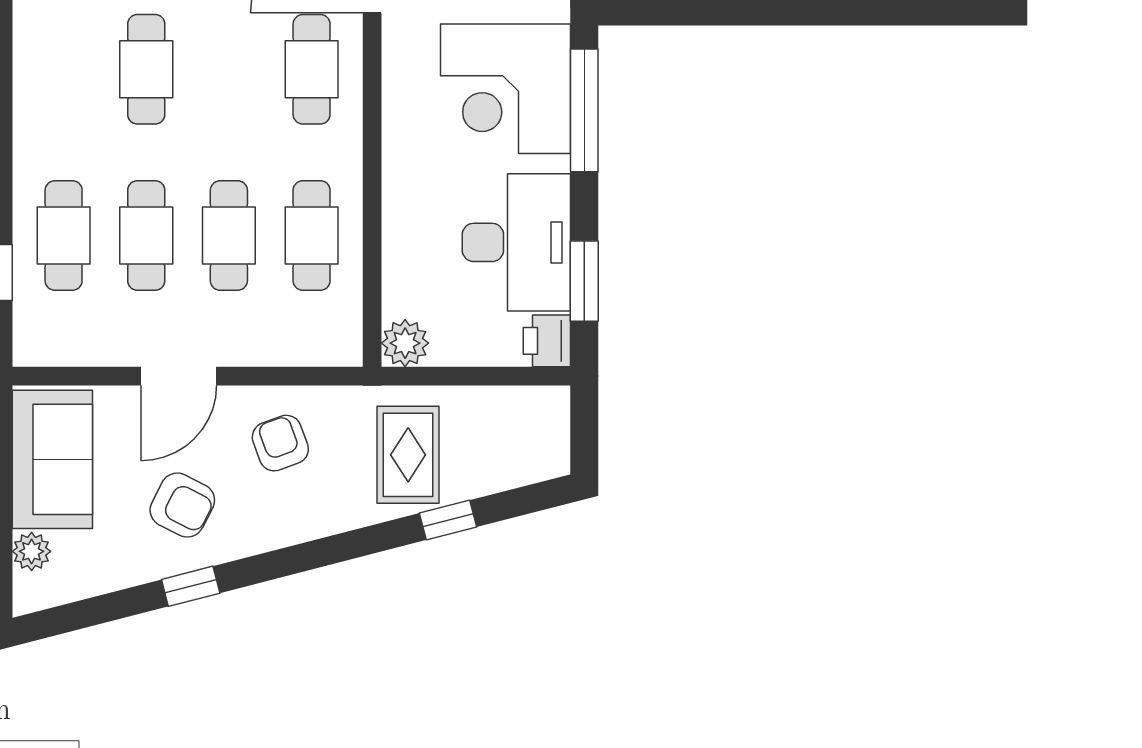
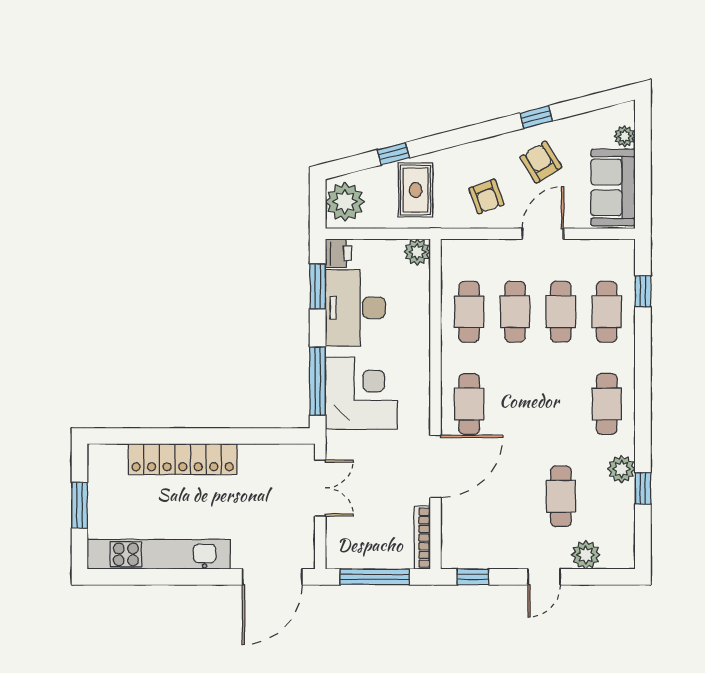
cafe table: (146, 69) -> (607, 404), moved
plant: (535, 434) -> (345, 202), added
armchair: (182, 505) -> (541, 162), turned 31

